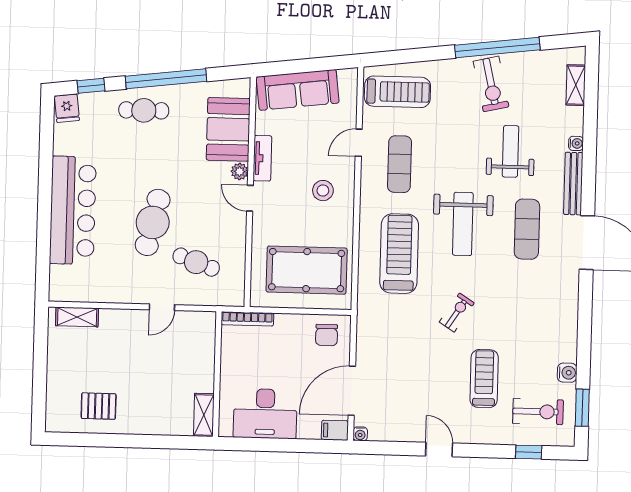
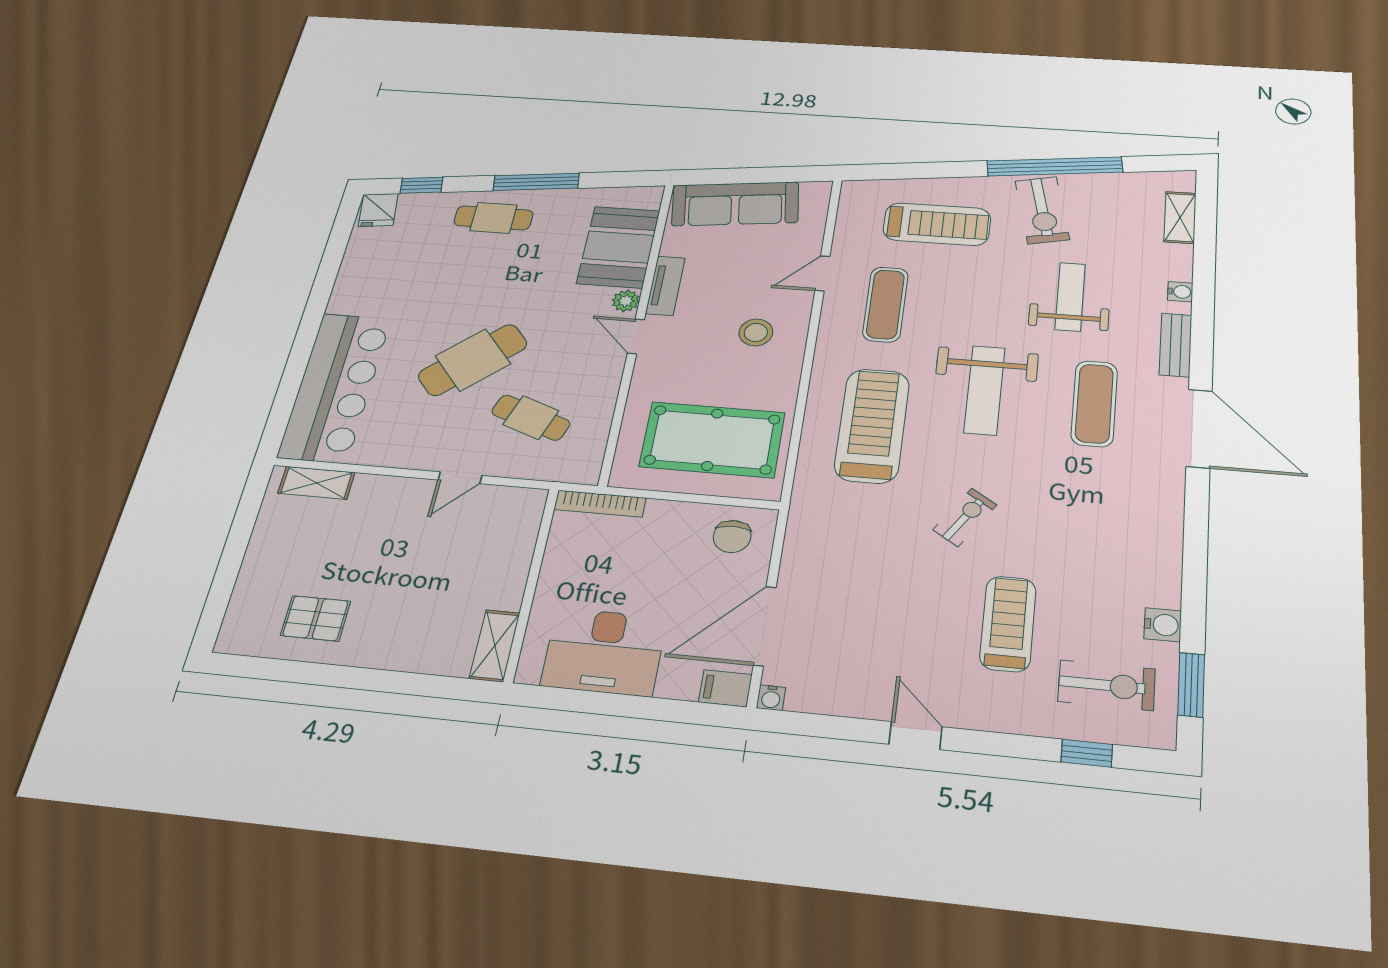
window: (166, 79) -> (536, 182), width x0.68
treadmill: (397, 92) -> (937, 224), moved
bench: (573, 184) -> (1176, 345), width x0.73
bar counter: (73, 210) -> (335, 387), moved
cafe table: (153, 222) -> (473, 360), turned 36

